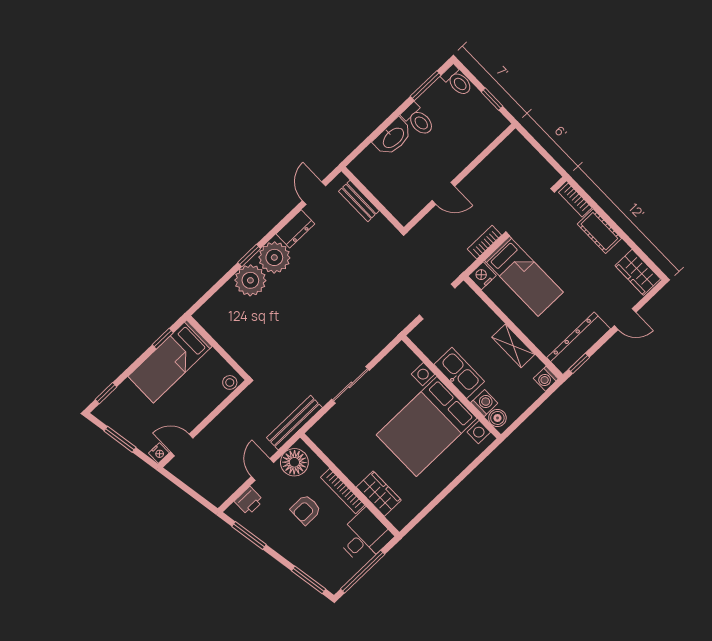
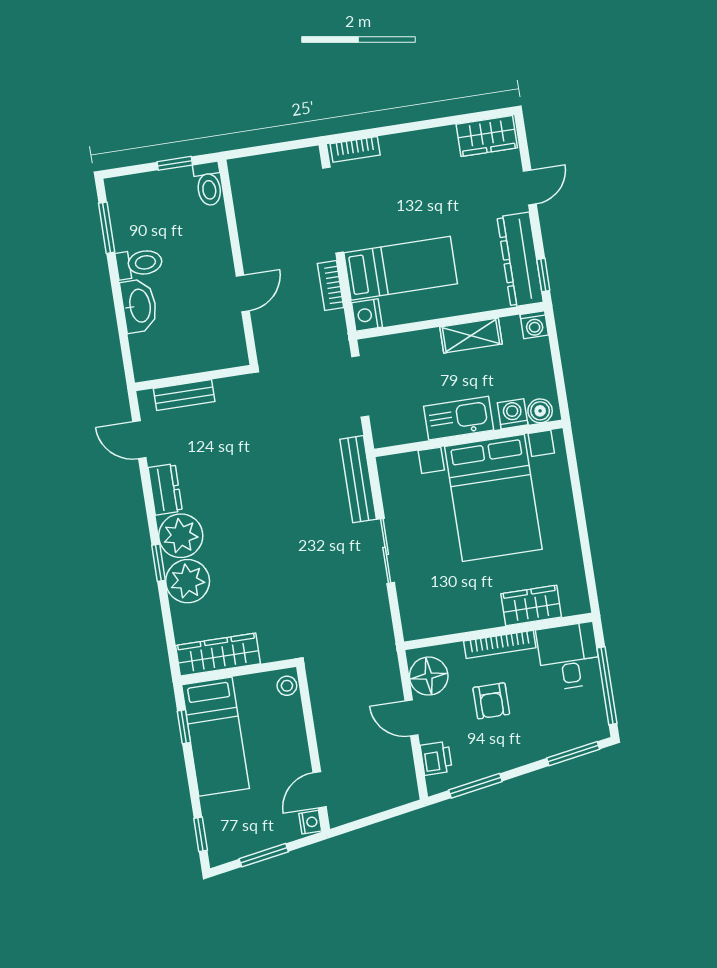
toilet: (457, 81) -> (208, 184), moved, turned 90
cot: (599, 231) -> (410, 147), removed
wardrobe: (220, 329) -> (218, 655), added
bench: (294, 423) -> (358, 479), moved

